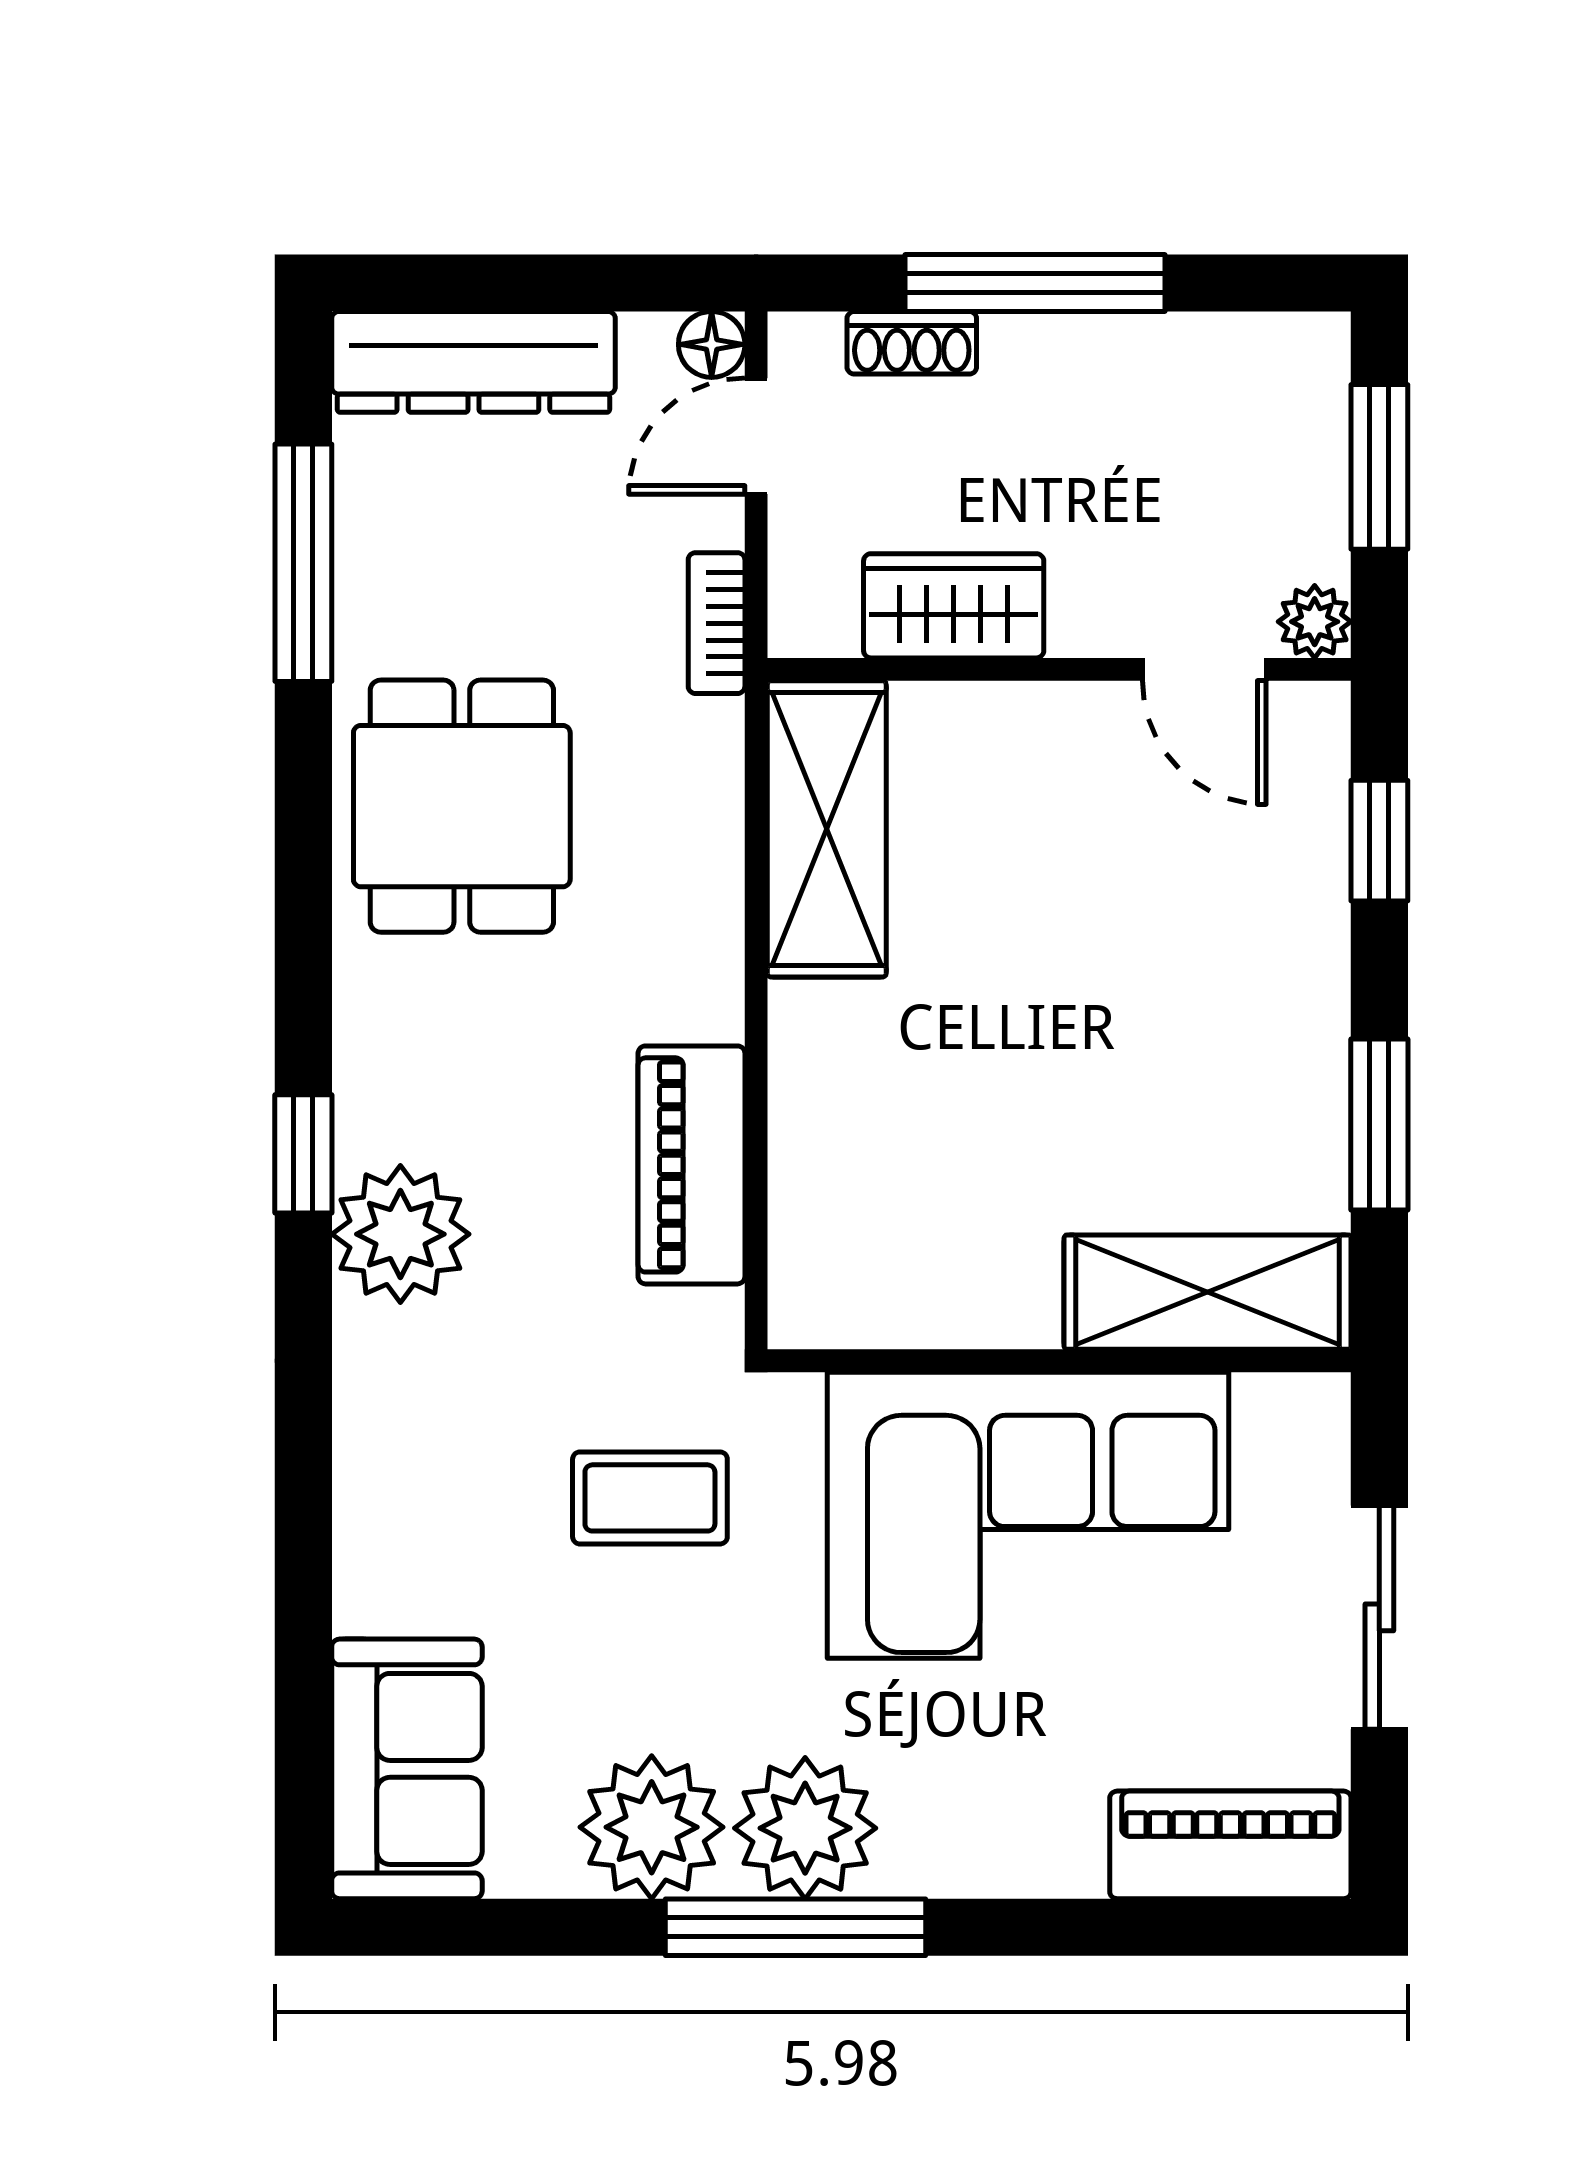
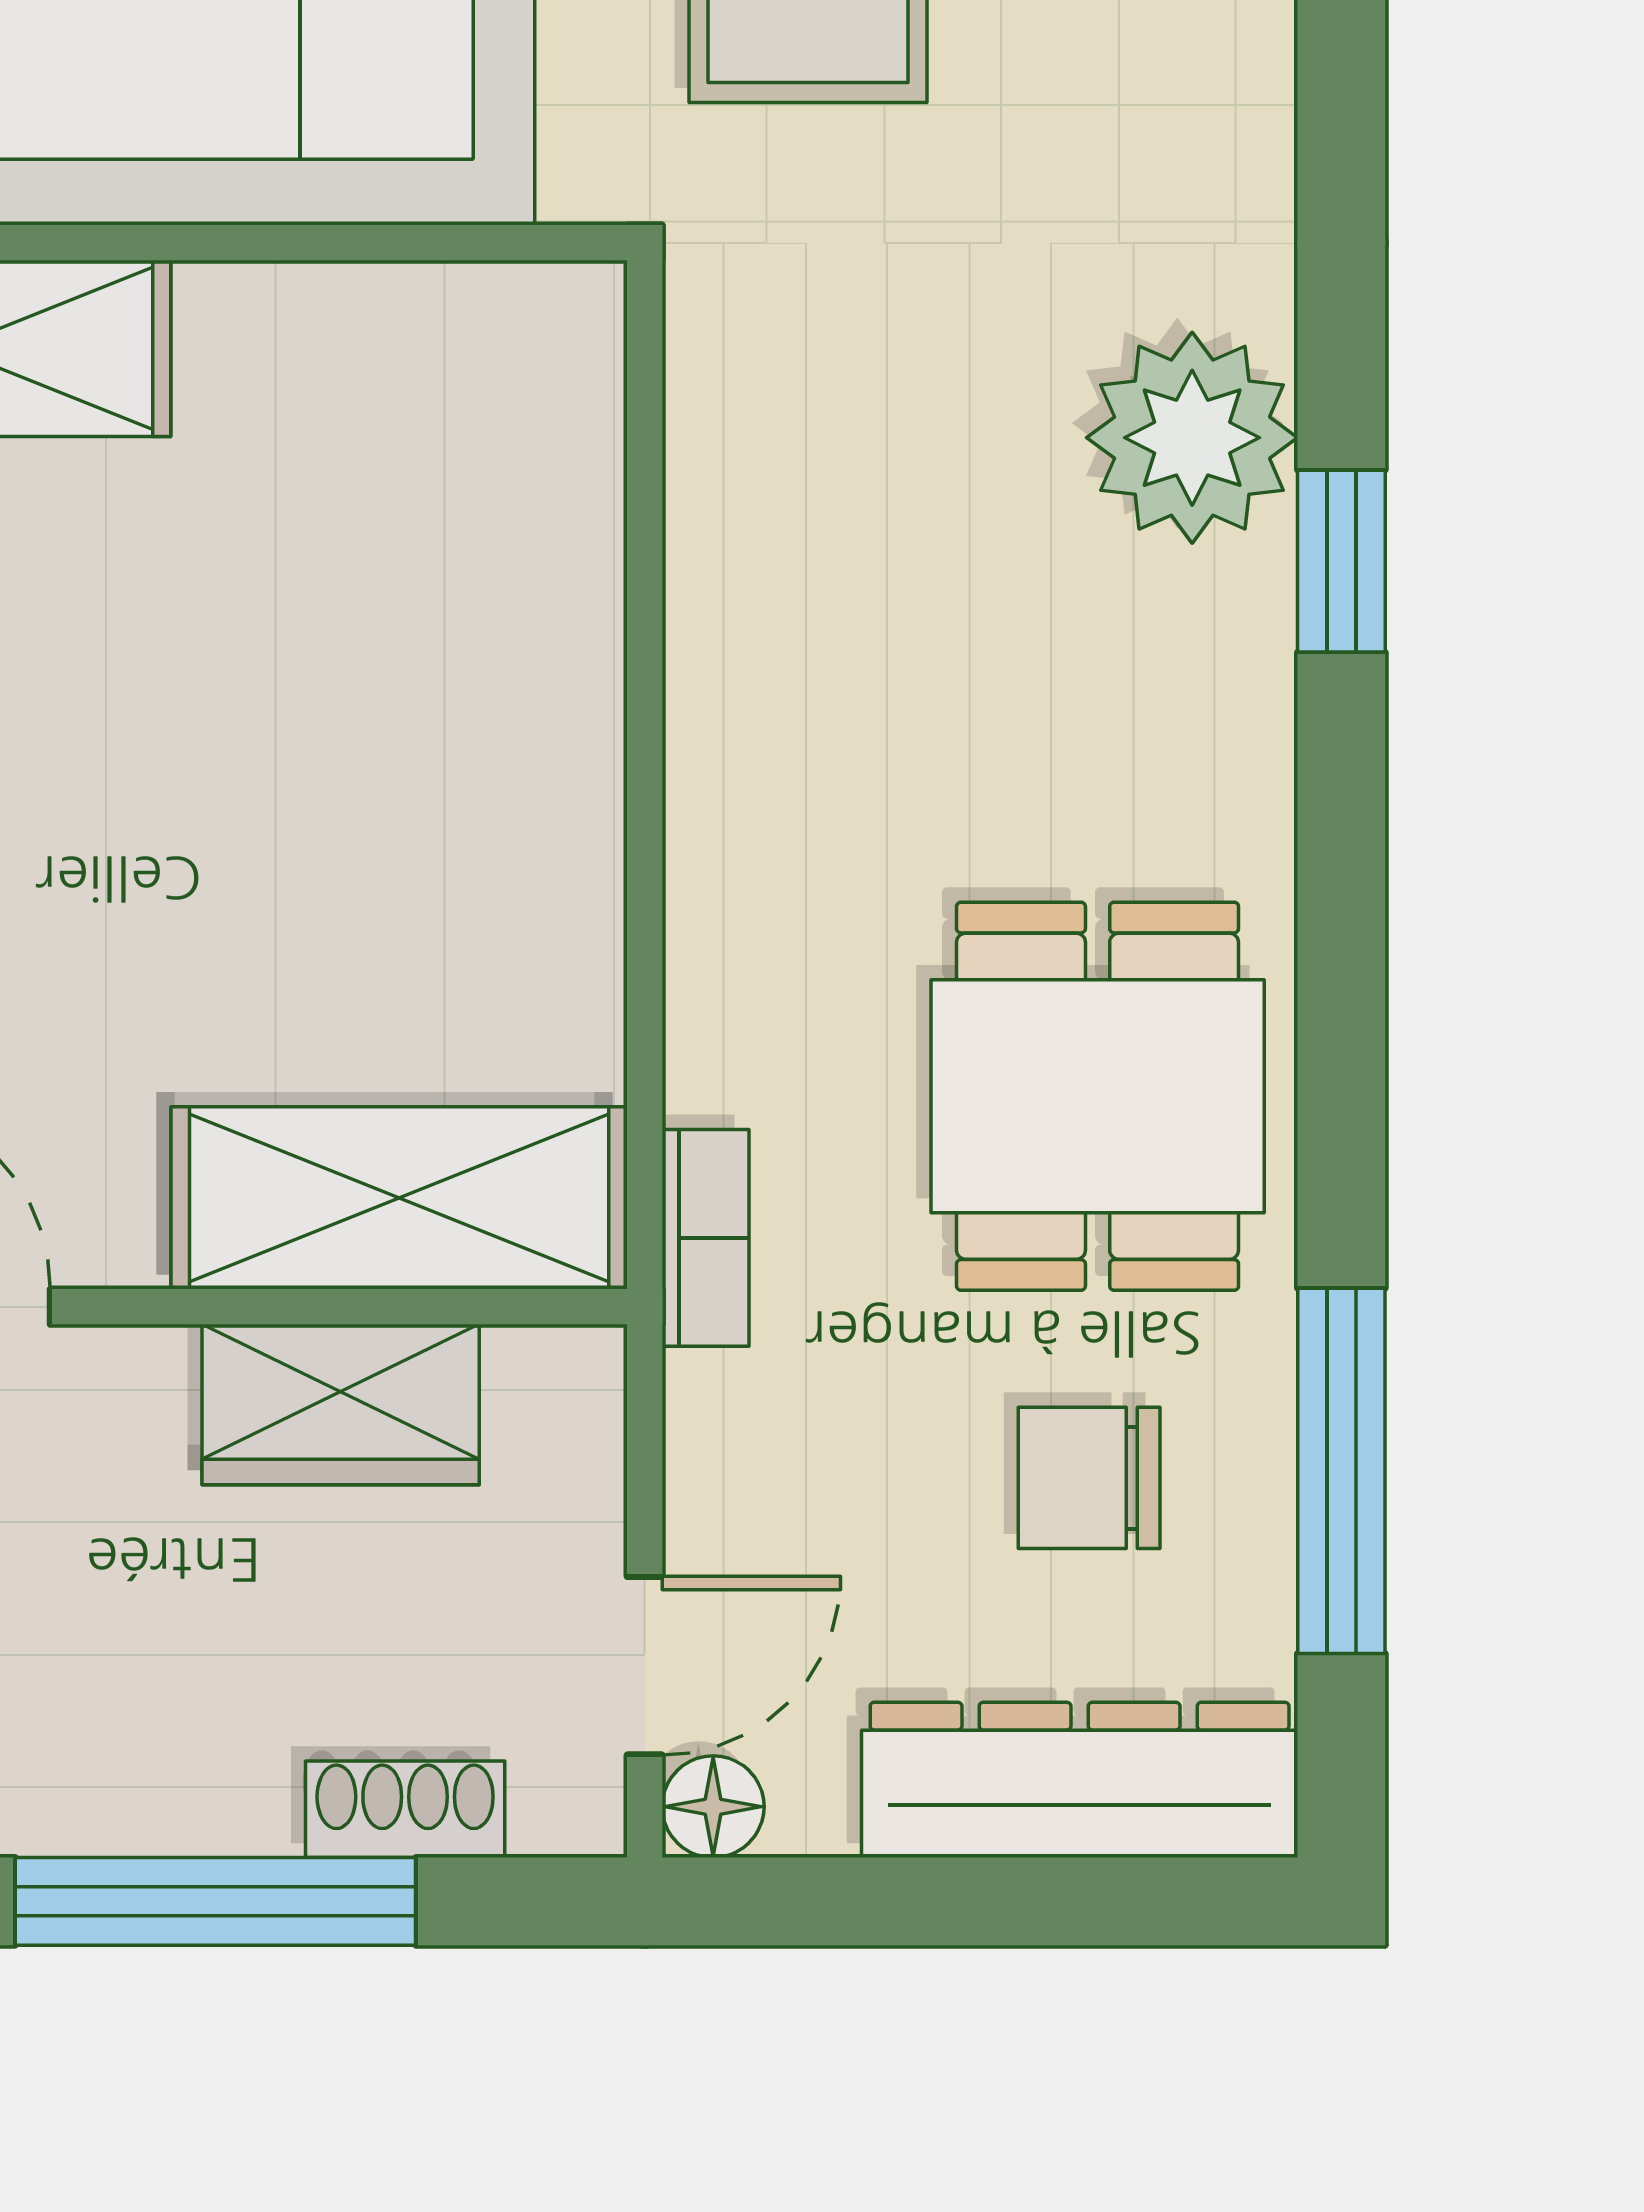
chair: (467, 558) -> (1089, 1478), added
bookcase: (717, 623) -> (706, 1238), moved
shelving: (827, 829) -> (399, 1198), moved, turned 90
piano: (691, 1165) -> (744, 544), removed

